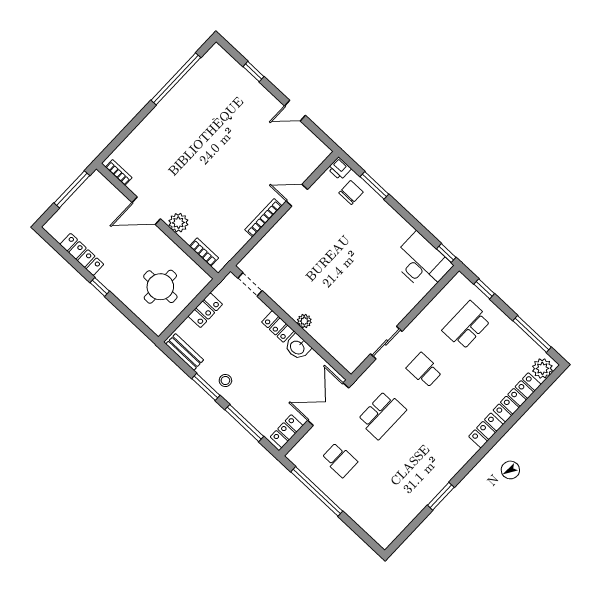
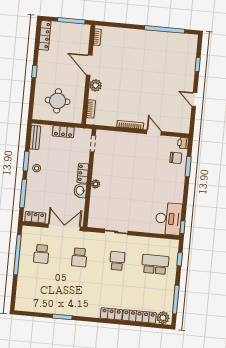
locker: (82, 254) -> (45, 35), moved
school desk: (382, 415) -> (79, 257), width x0.54

